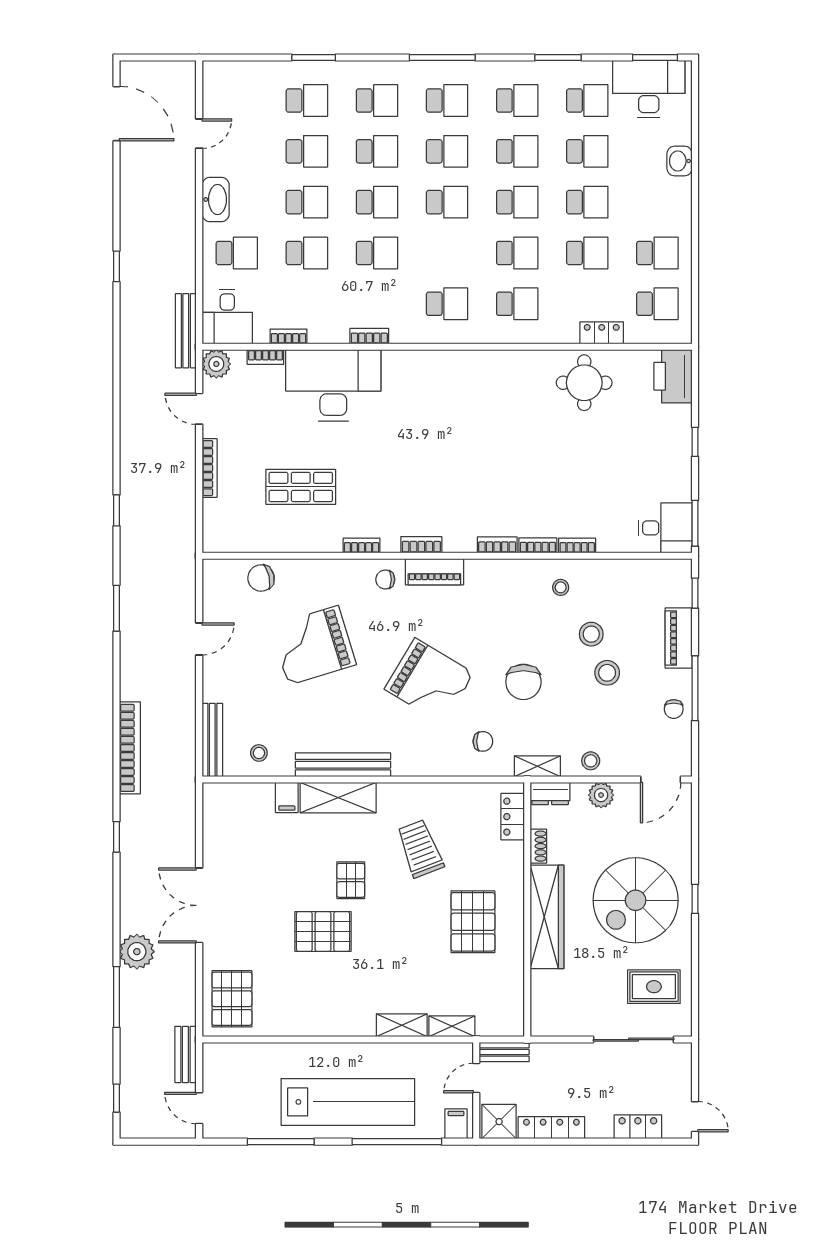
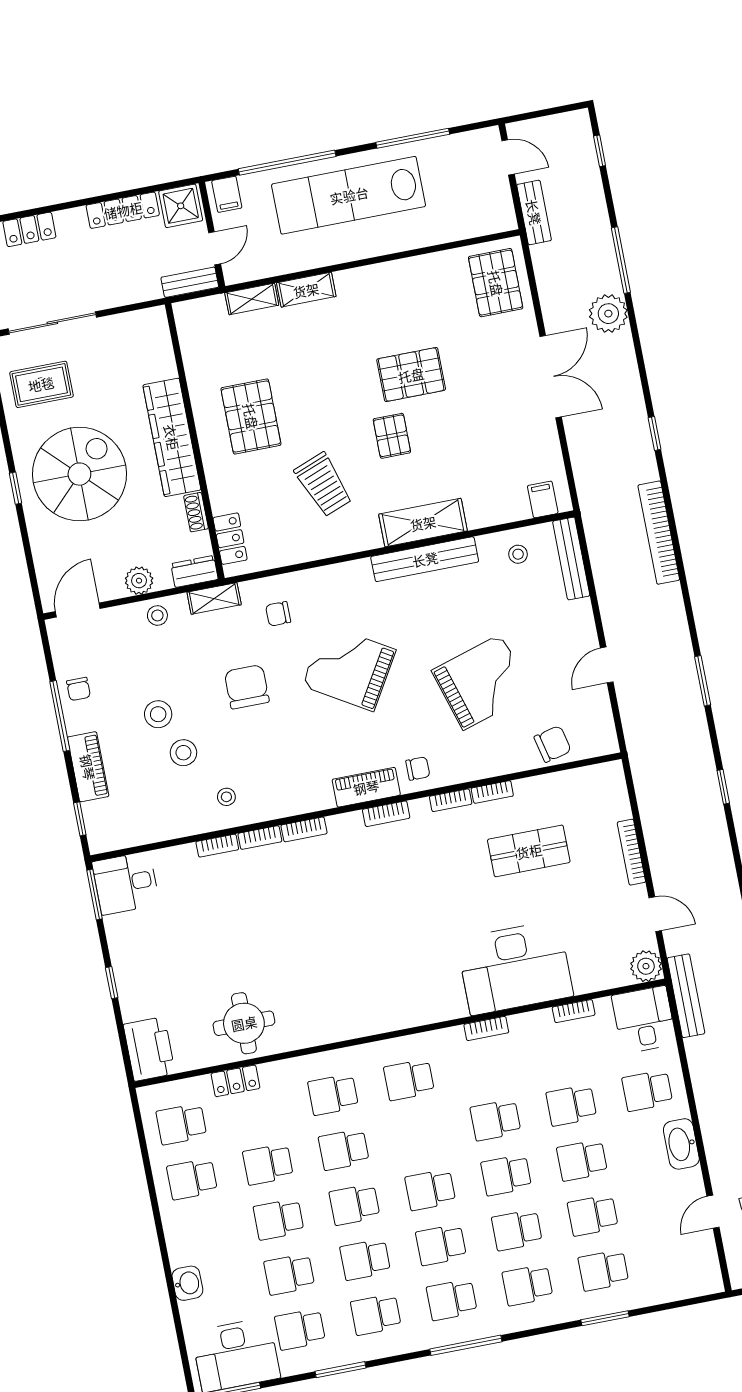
bookcase: (265, 357) -> (492, 792), moved, turned 180
chair: (674, 709) -> (78, 689), turned 180
filing cabinet: (287, 797) -> (543, 499), moved

